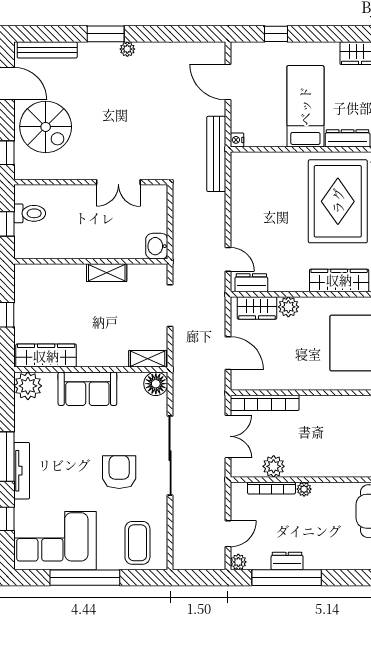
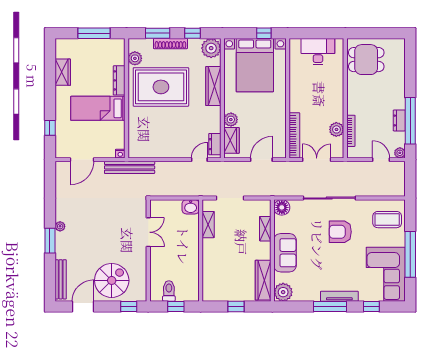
shelving: (107, 273) -> (208, 225), moved
shelving: (148, 359) -> (265, 229), moved
plant: (304, 489) -> (352, 109), removed

